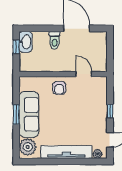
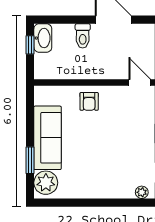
door: (84, 74) -> (140, 82), moved
window: (16, 114) -> (30, 160), moved
tv unit: (66, 152) -> (99, 190), removed

